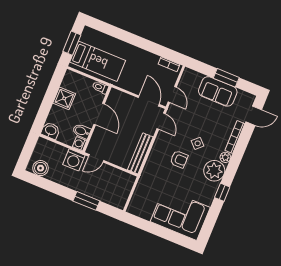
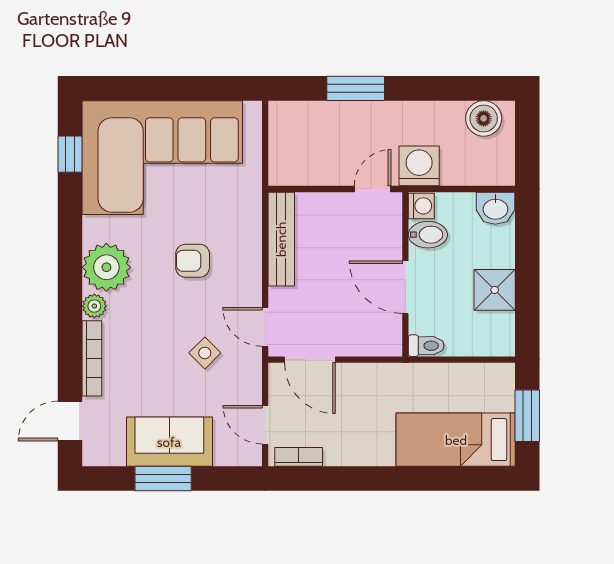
bed: (98, 61) -> (456, 440), moved
door: (172, 95) -> (265, 425), moved
side table: (198, 143) -> (205, 353), moved
window: (222, 192) -> (70, 154), moved
corner sofa: (180, 215) -> (162, 158), width x1.36, depth x1.36

